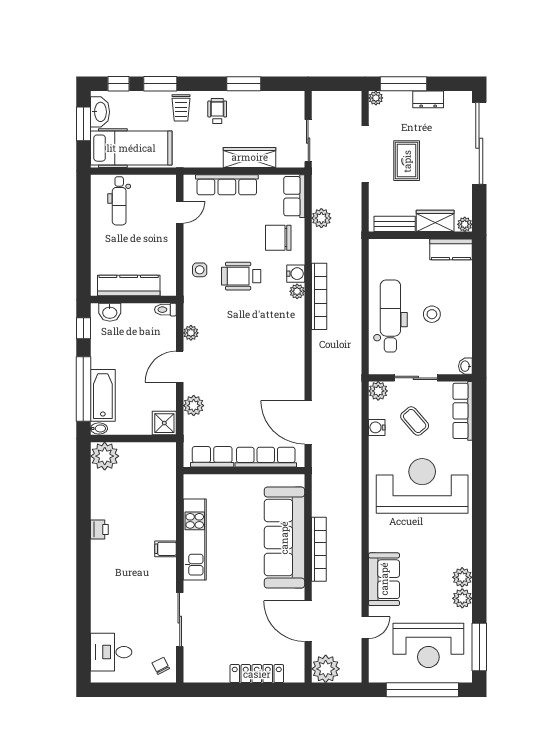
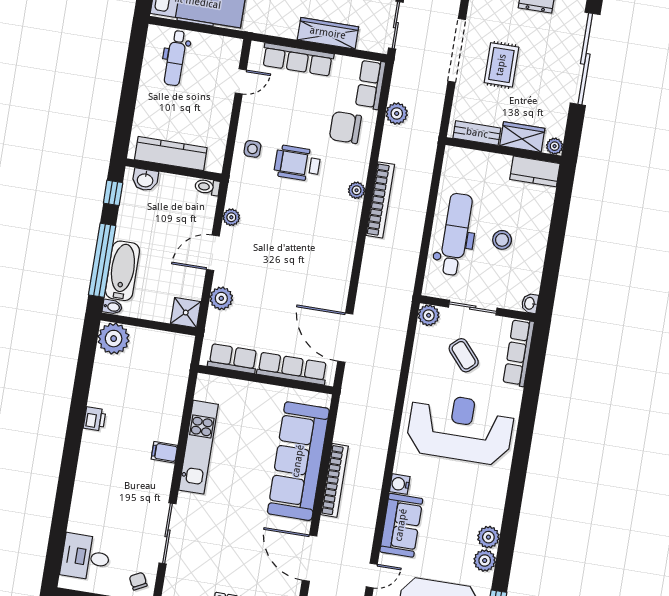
water cooler: (296, 274) -> (358, 170), removed
water cooler: (377, 427) -> (400, 484), moved

